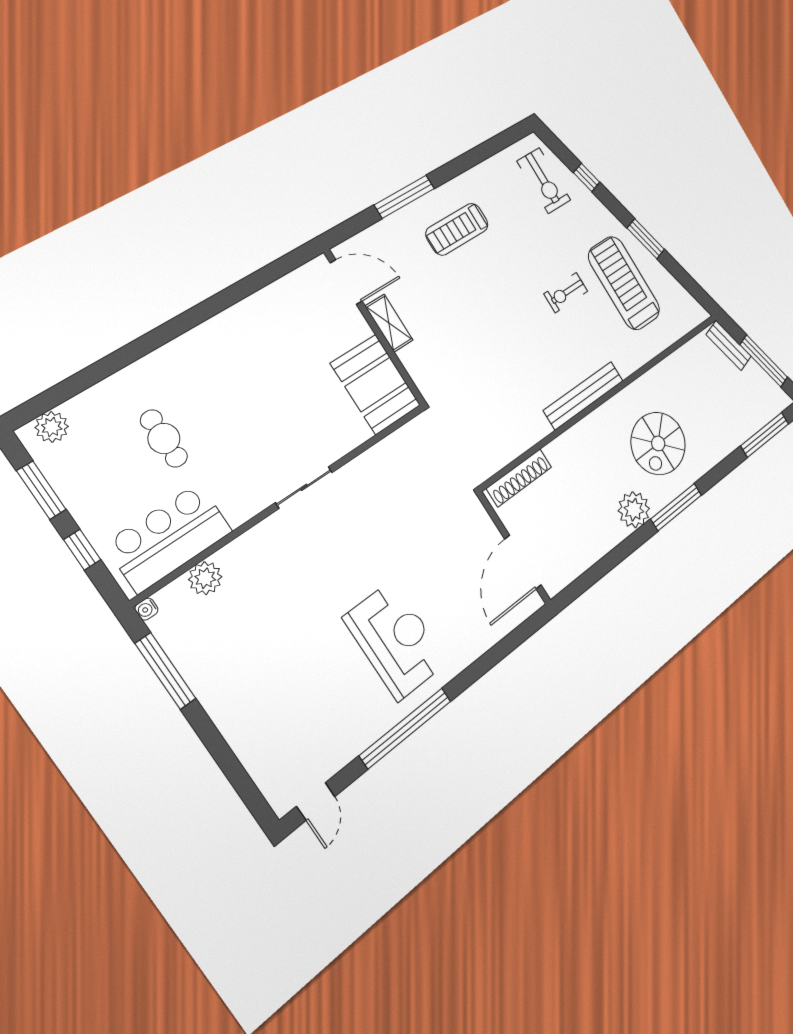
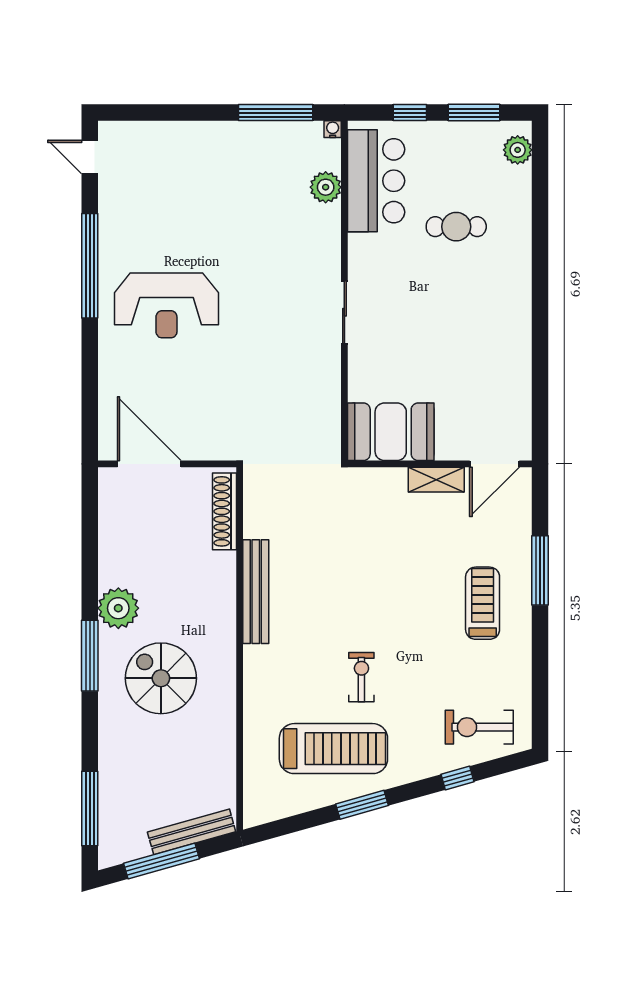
bench: (729, 345) -> (192, 832), width x1.36
bench: (584, 395) -> (256, 592), moved

